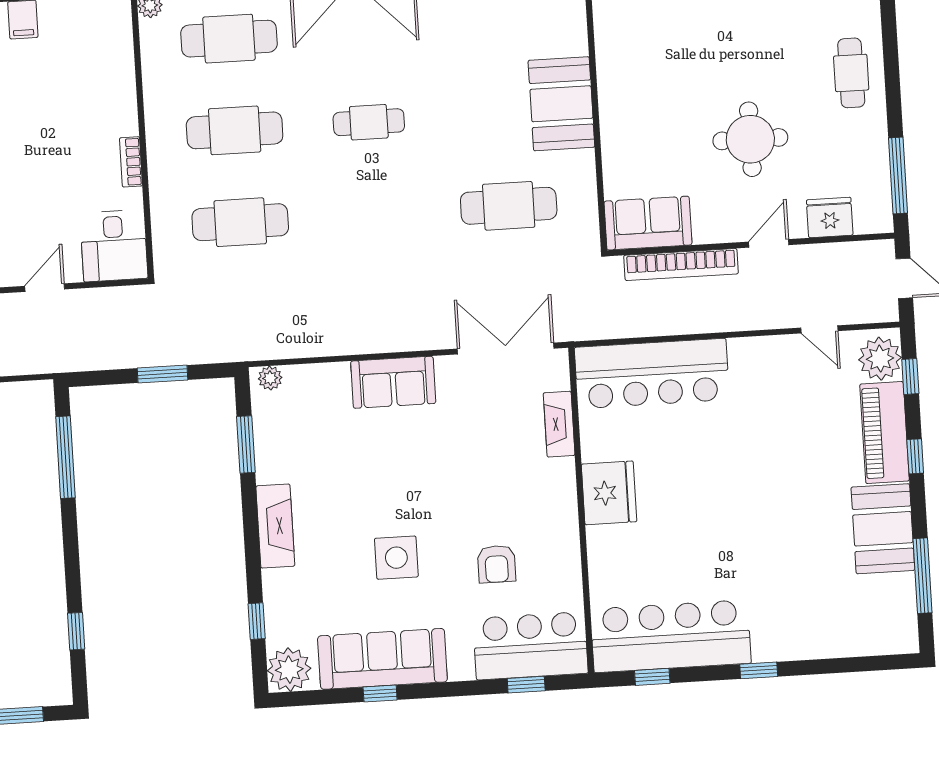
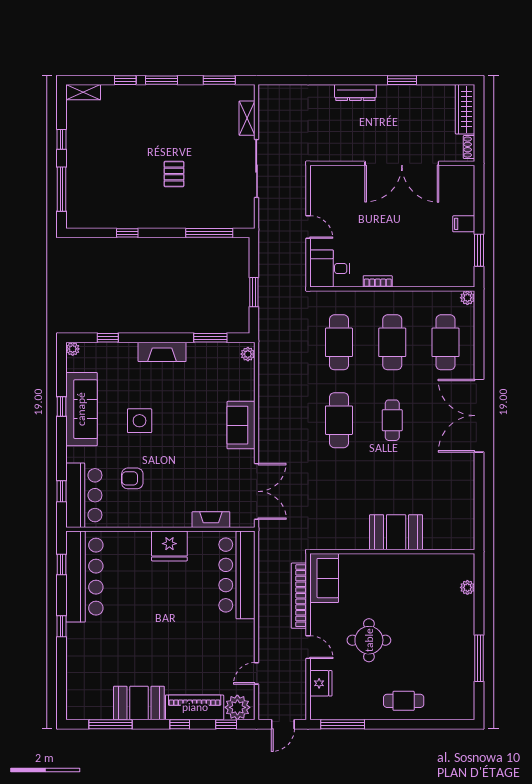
cafe table: (509, 206) -> (339, 420), moved
window: (76, 631) -> (127, 233), moved
plant: (289, 670) -> (73, 349), width x0.53, depth x0.53

